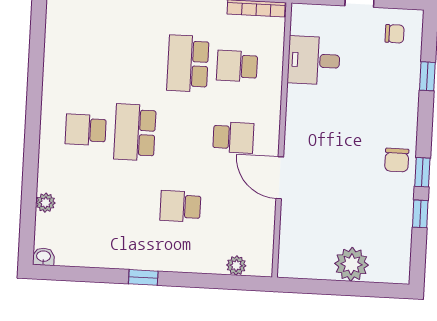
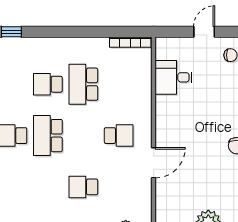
school desk: (237, 66) -> (48, 84), moved
door: (280, 178) -> (154, 163), swing flipped

